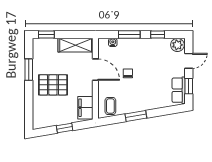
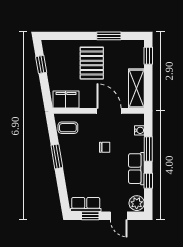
row of seats: (147, 45) -> (136, 169), added
door: (95, 70) -> (109, 111), swing flipped
window: (65, 128) -> (41, 64), moved

